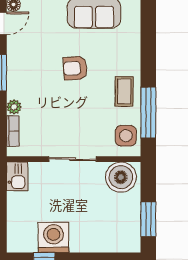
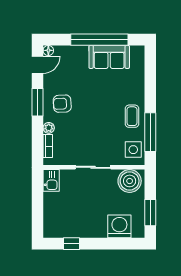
armchair: (75, 68) -> (62, 104), moved
washing machine: (53, 237) -> (119, 226), moved

